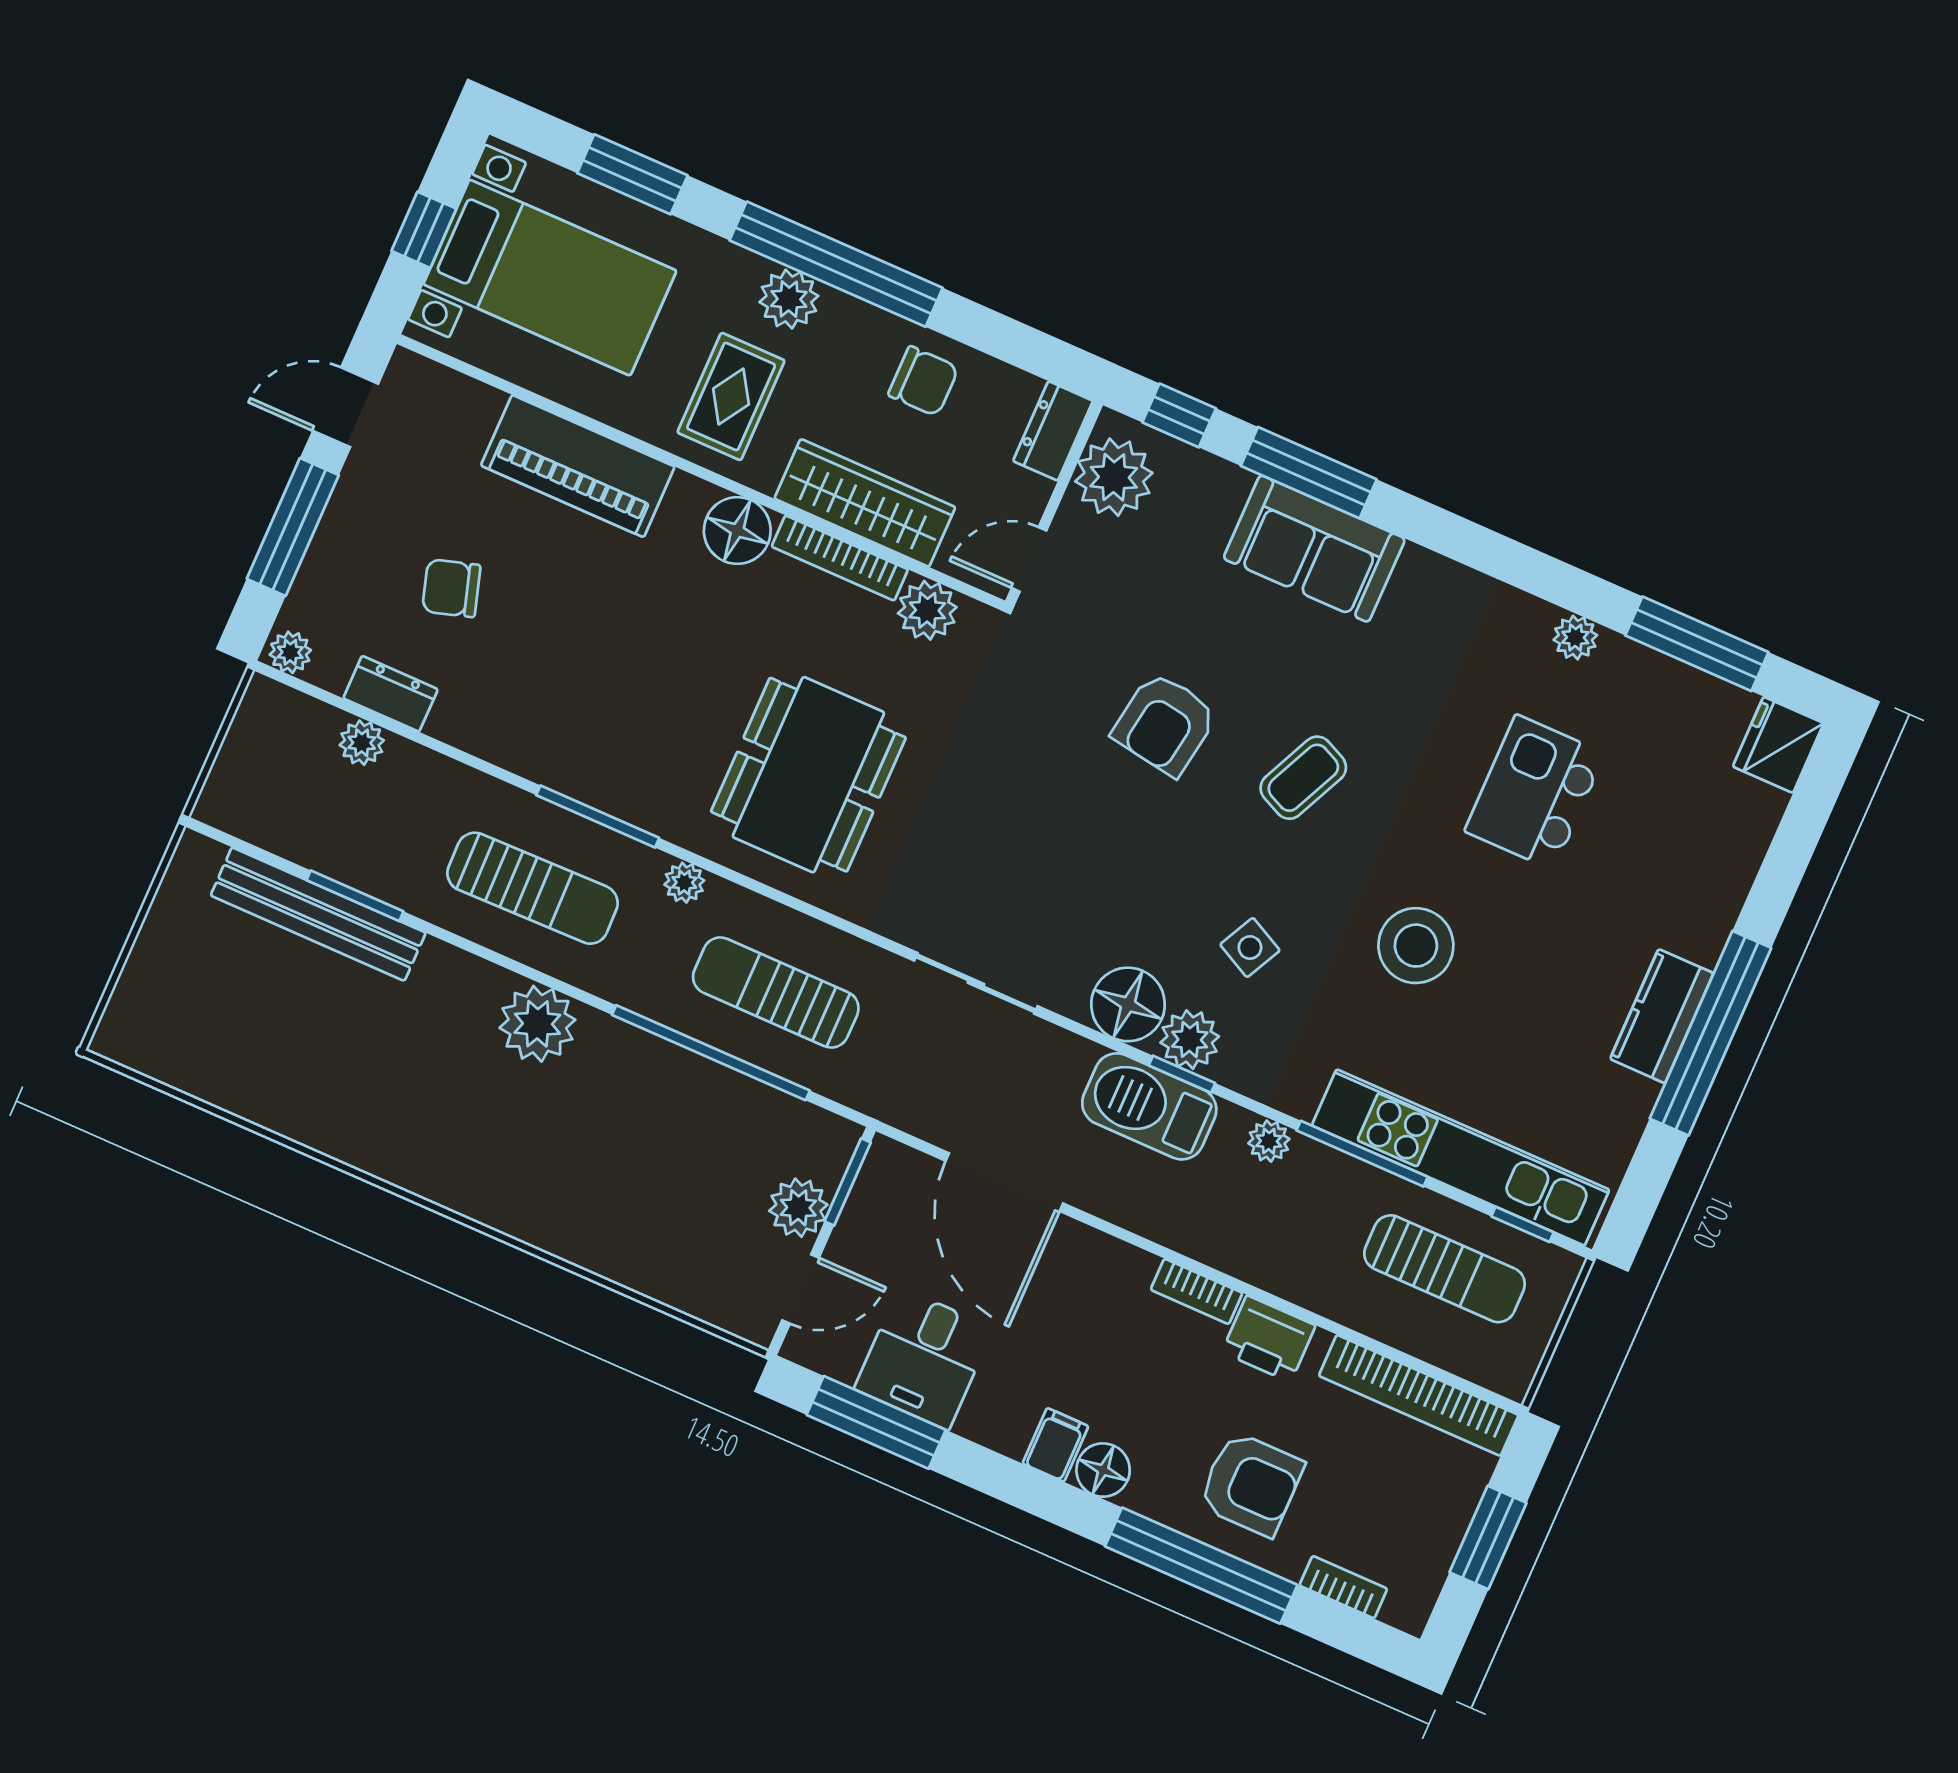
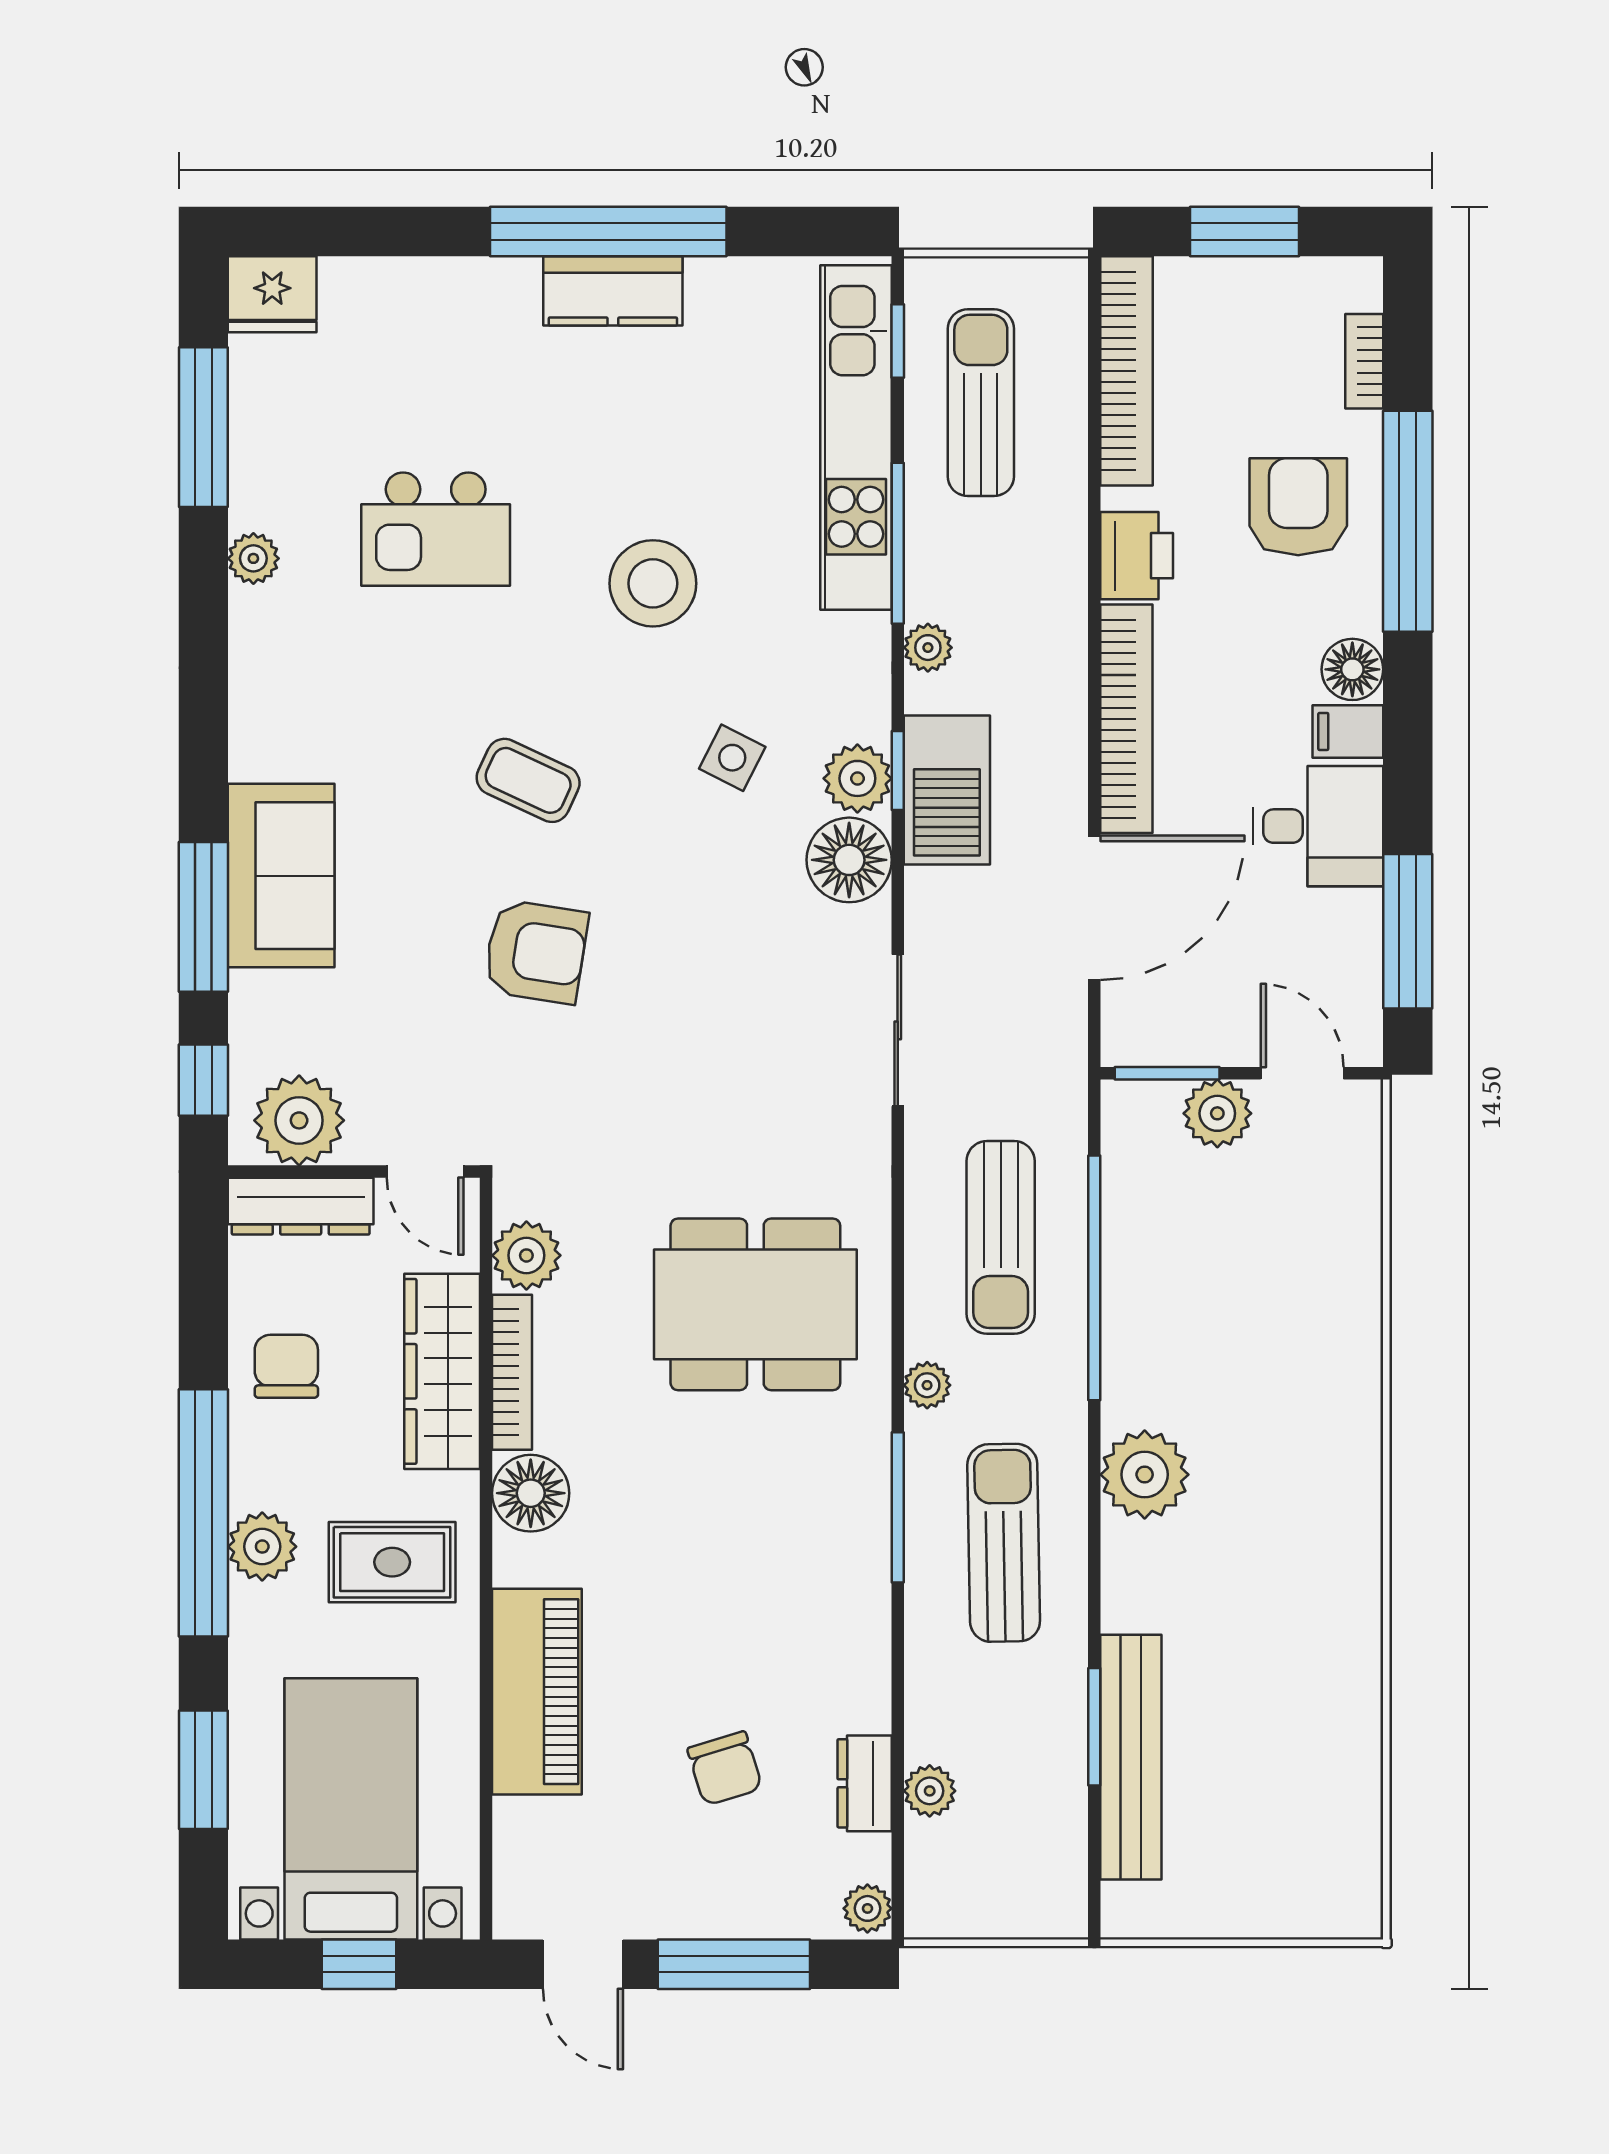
dresser: (1053, 431) -> (301, 1206), width x1.44
bookcase: (1197, 1291) -> (1126, 719), width x2.31, depth x1.31
desk: (924, 1358) -> (1318, 826), moved

